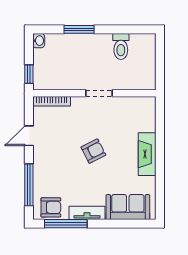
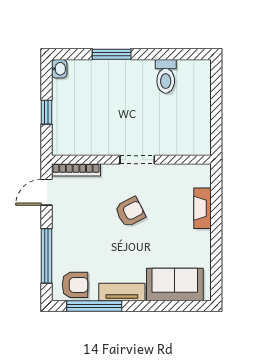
wall: (94, 93) -> (131, 160), moved
doorway: (99, 93) -> (137, 160), moved
bookcase: (52, 101) -> (76, 170), moved
fireplace: (147, 154) -> (203, 208), width x0.73, depth x0.76

